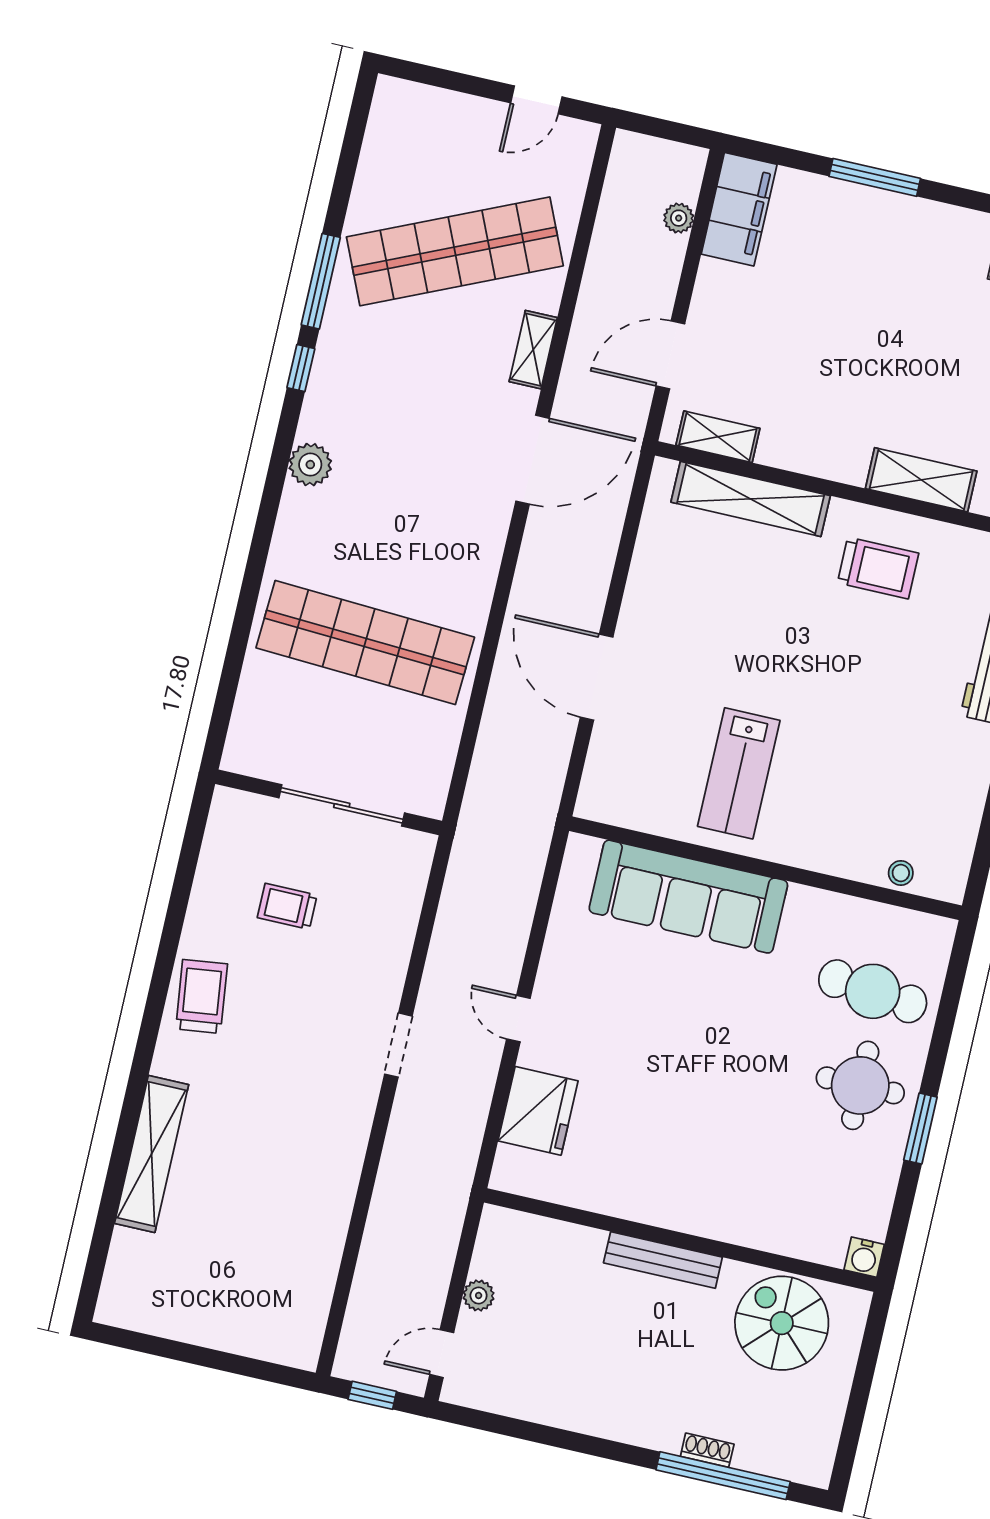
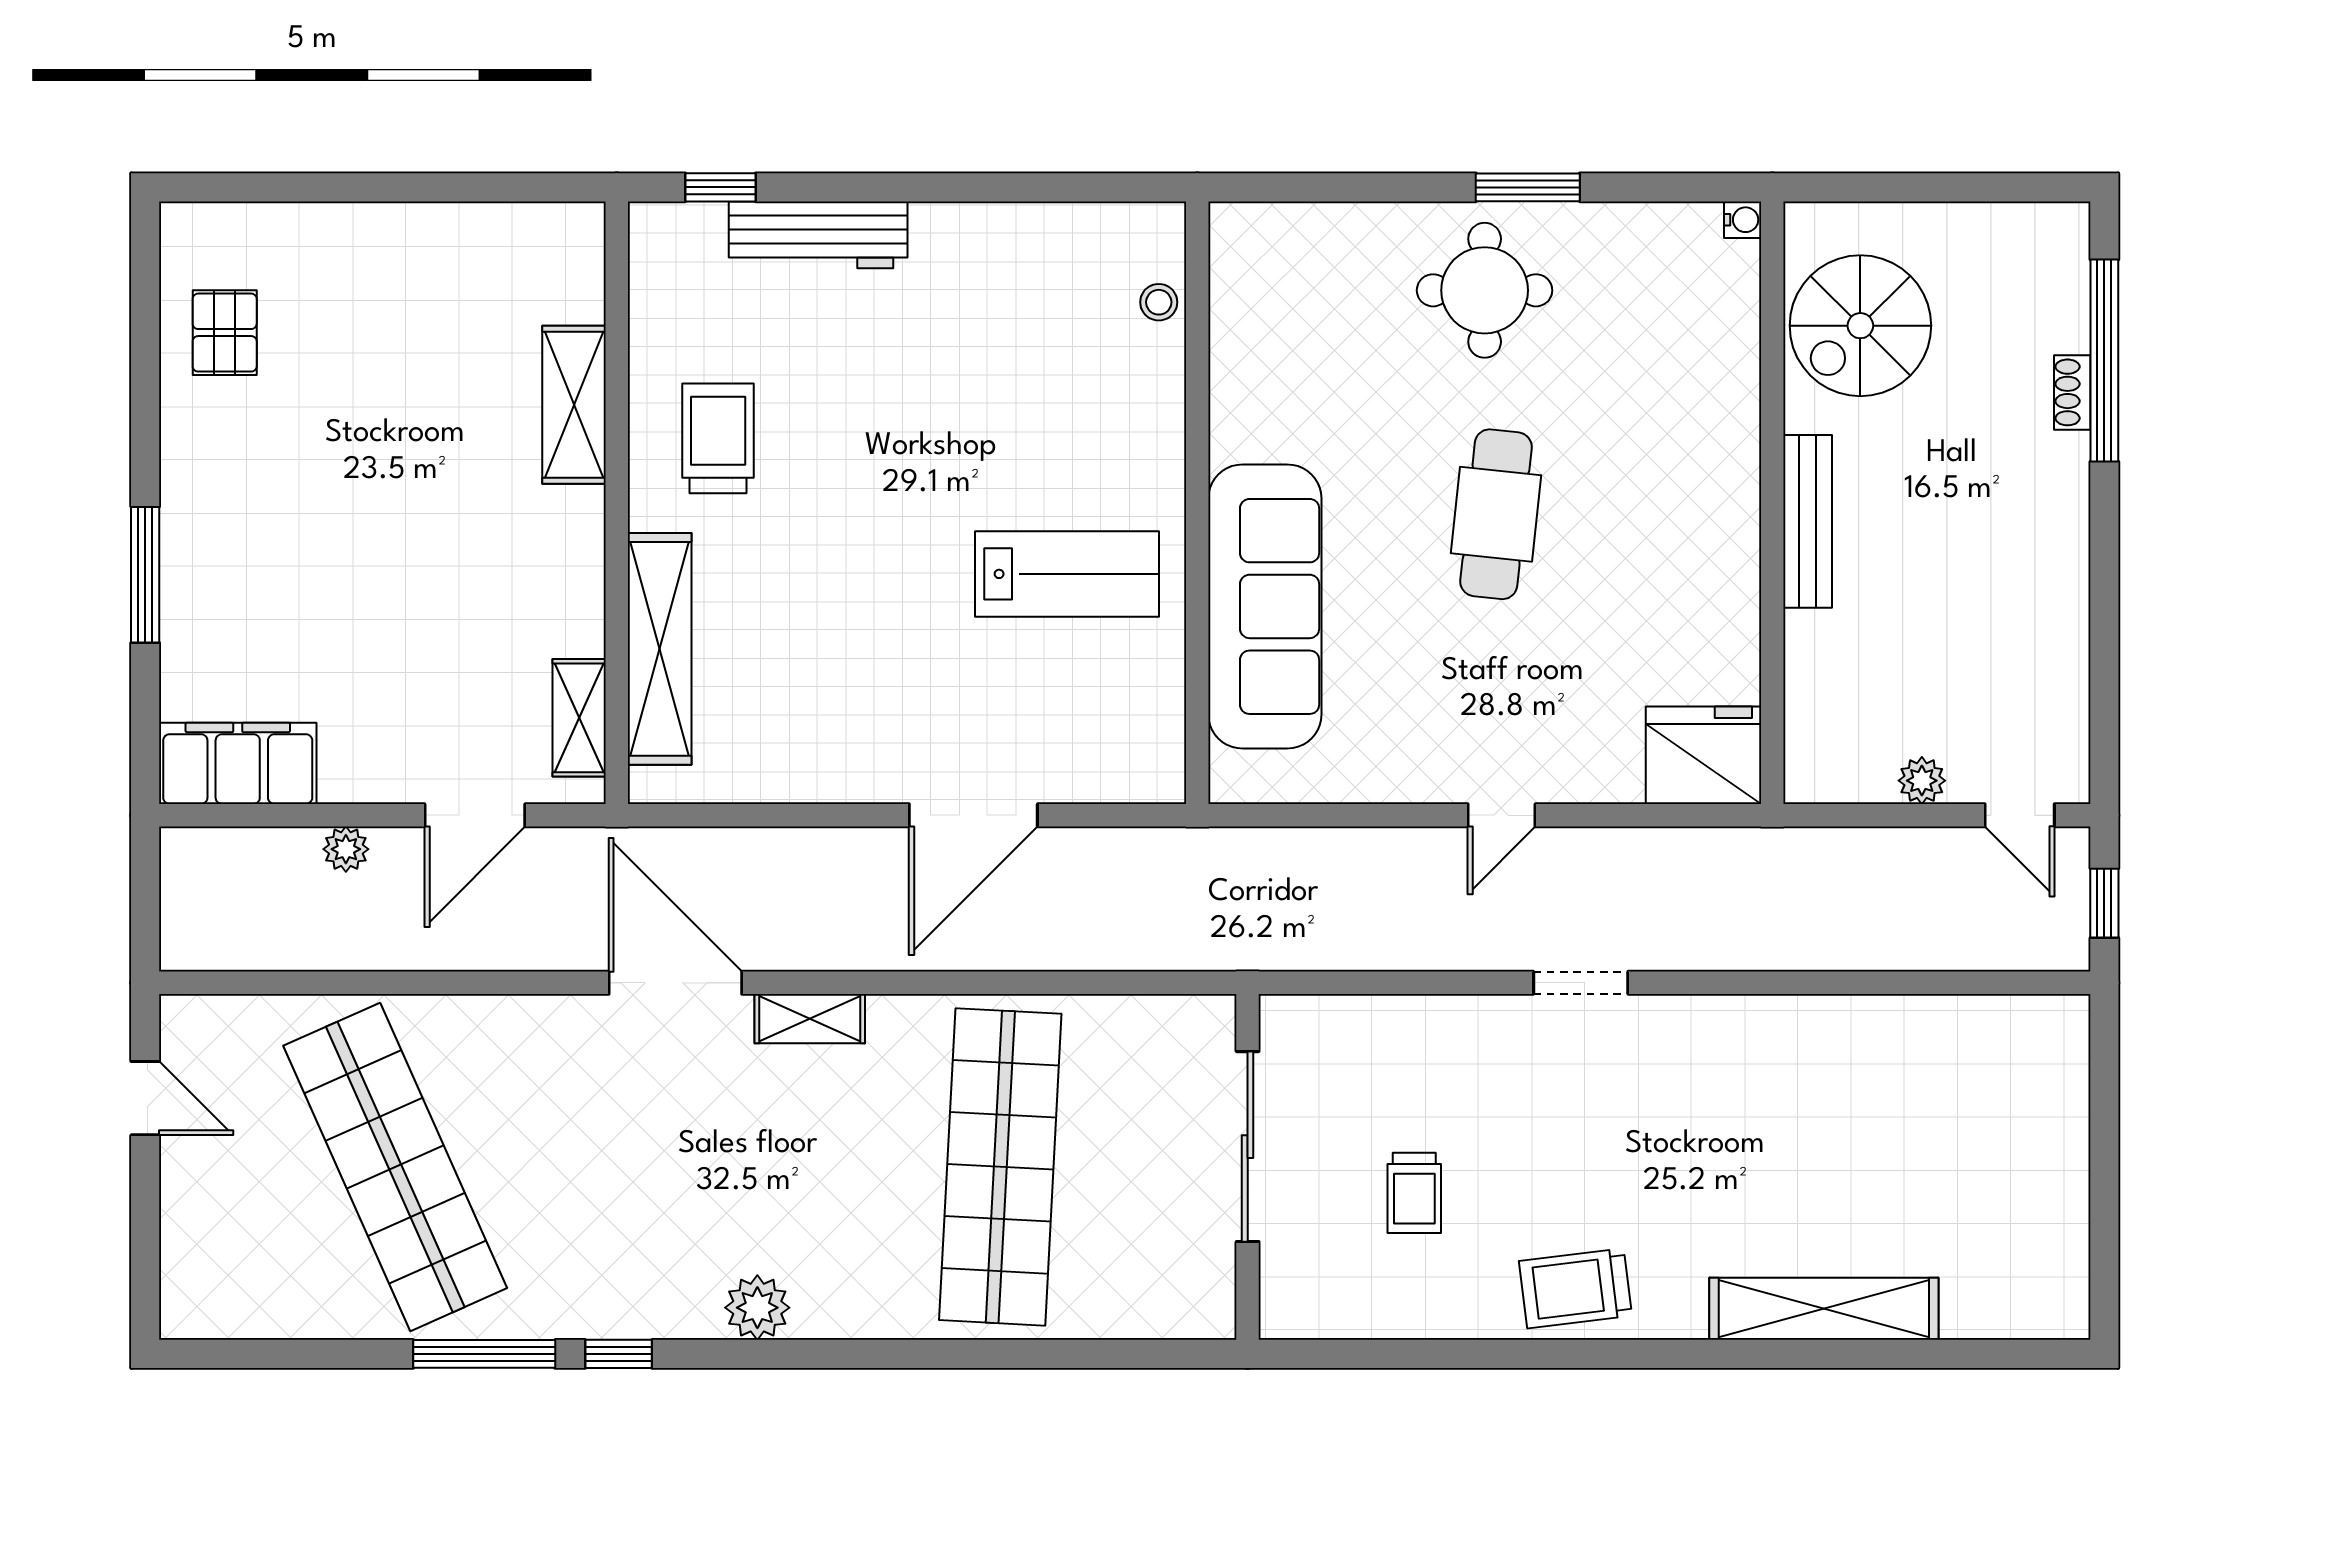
plant: (679, 218) -> (346, 849), moved
shelving: (533, 350) -> (810, 1019), moved
door: (670, 355) -> (475, 815), hinge flipped
cafe table: (873, 991) -> (1496, 514), moved
fridge: (538, 1111) -> (1703, 755), moved
water cooler: (864, 1257) -> (1743, 220), width x0.72, depth x0.72

